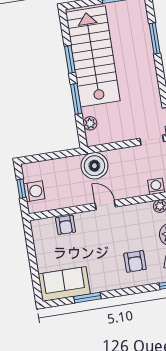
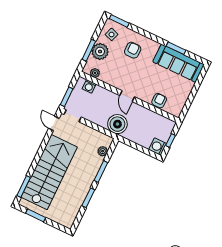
window: (155, 38) -> (24, 186), moved
stairs: (93, 56) -> (49, 172), moved, turned 180
washing machine: (34, 191) -> (158, 147), moved
sofa: (64, 284) -> (179, 63), width x1.36

